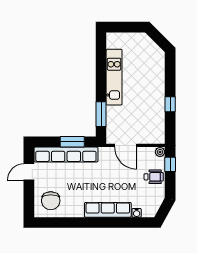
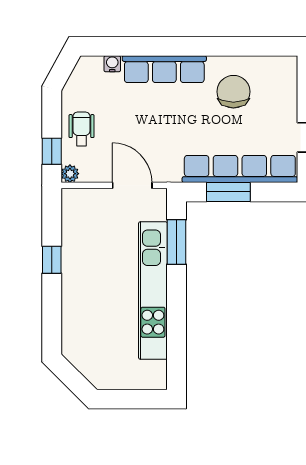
kitchen unit: (114, 77) -> (153, 290), width x1.36
wheelchair: (154, 177) -> (81, 129), turned 90
chair: (51, 201) -> (233, 92), moved

